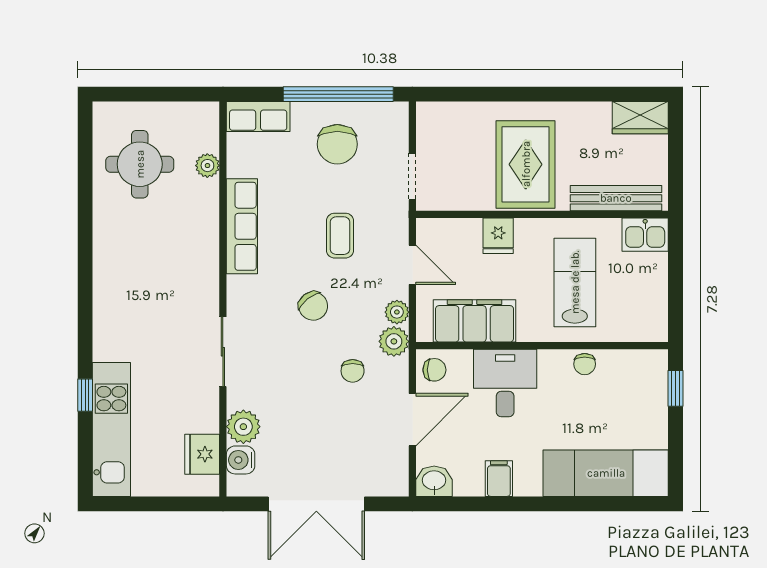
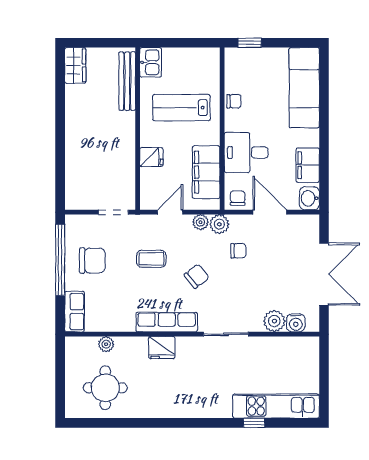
rug: (526, 164) -> (105, 139), removed
row of seats: (242, 226) -> (167, 322), moved
fridge: (202, 454) -> (162, 348), moved
filing cabinet: (499, 479) -> (308, 165), width x2.00

